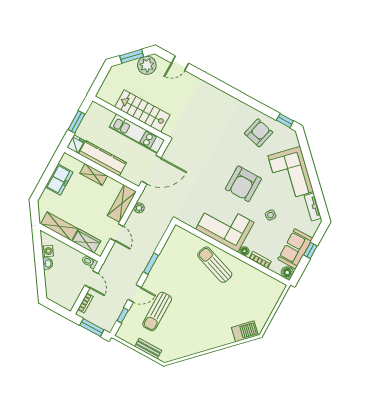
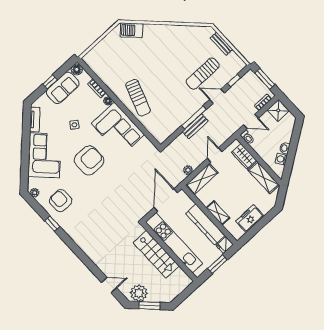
window: (285, 121) -> (52, 224), moved
plant: (288, 132) -> (35, 193), added
armchair: (259, 133) -> (61, 201), turned 76
kitchen unit: (137, 134) -> (174, 243), width x1.36
door: (151, 170) -> (166, 200), hinge flipped
bench: (147, 255) -> (195, 126), added
window: (151, 264) -> (194, 118), width x1.44
door: (91, 279) -> (251, 121), swing flipped
shower: (67, 300) -> (278, 110), added
sun lounger: (157, 312) -> (203, 74), turned 180

